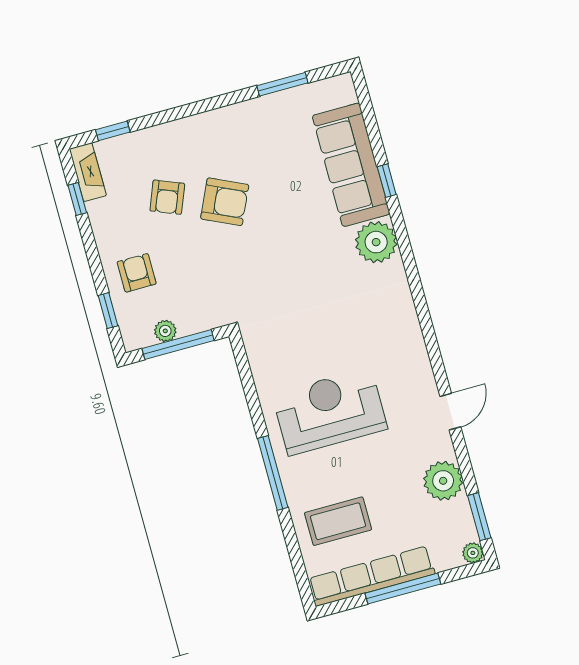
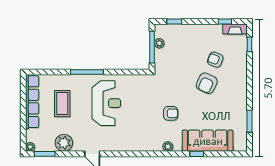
plant: (376, 242) -> (168, 147), width x0.53, depth x0.53
armchair: (137, 273) -> (171, 113), moved
coffee table: (338, 521) -> (62, 104), moved
window: (403, 589) -> (23, 113), removed

